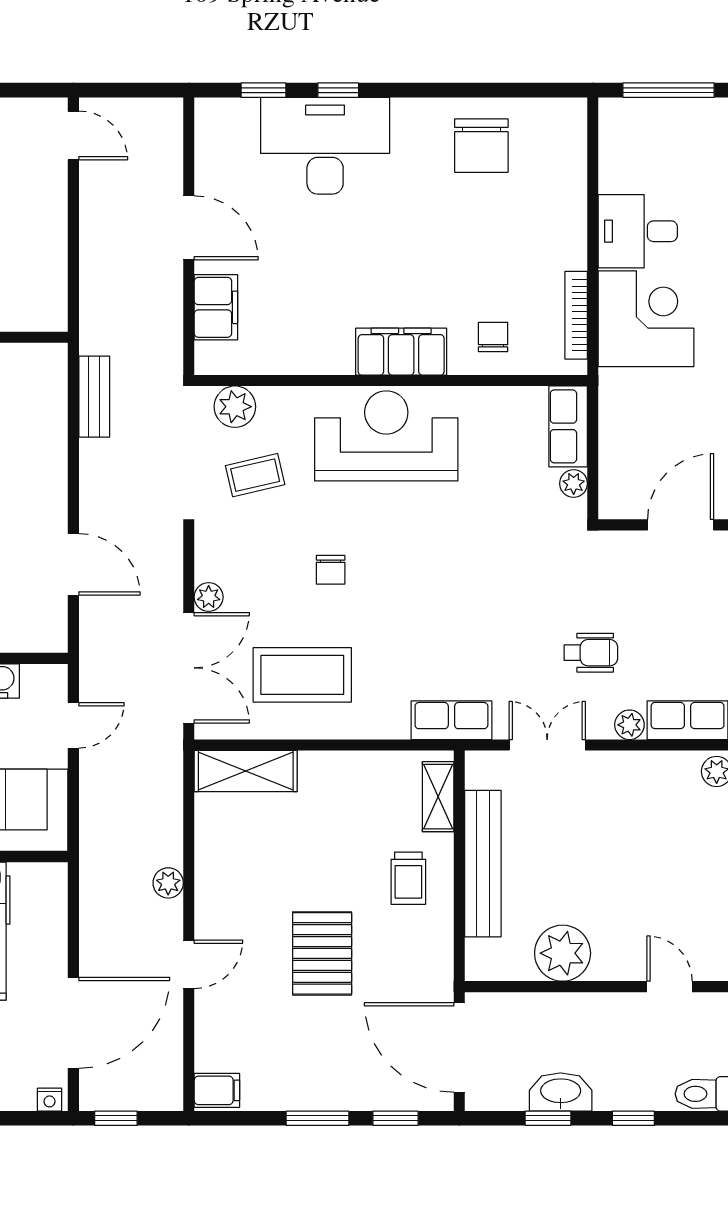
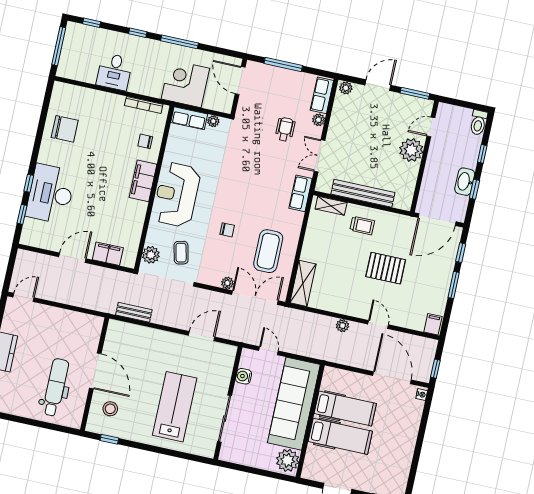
corner desk: (646, 319) -> (185, 84), moved
plant: (563, 953) -> (411, 150), moved

